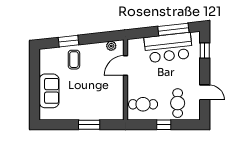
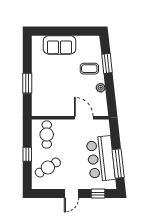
plant: (111, 46) -> (101, 88), moved
door: (205, 92) -> (71, 193), moved
cafe table: (178, 103) -> (48, 168), turned -32

